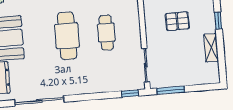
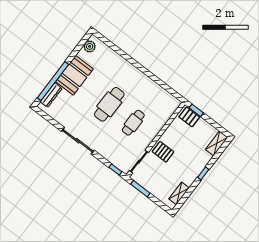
pallet: (177, 21) -> (163, 152), moved
shelving: (211, 48) -> (179, 193), moved
sliding door: (39, 101) -> (78, 141), moved

